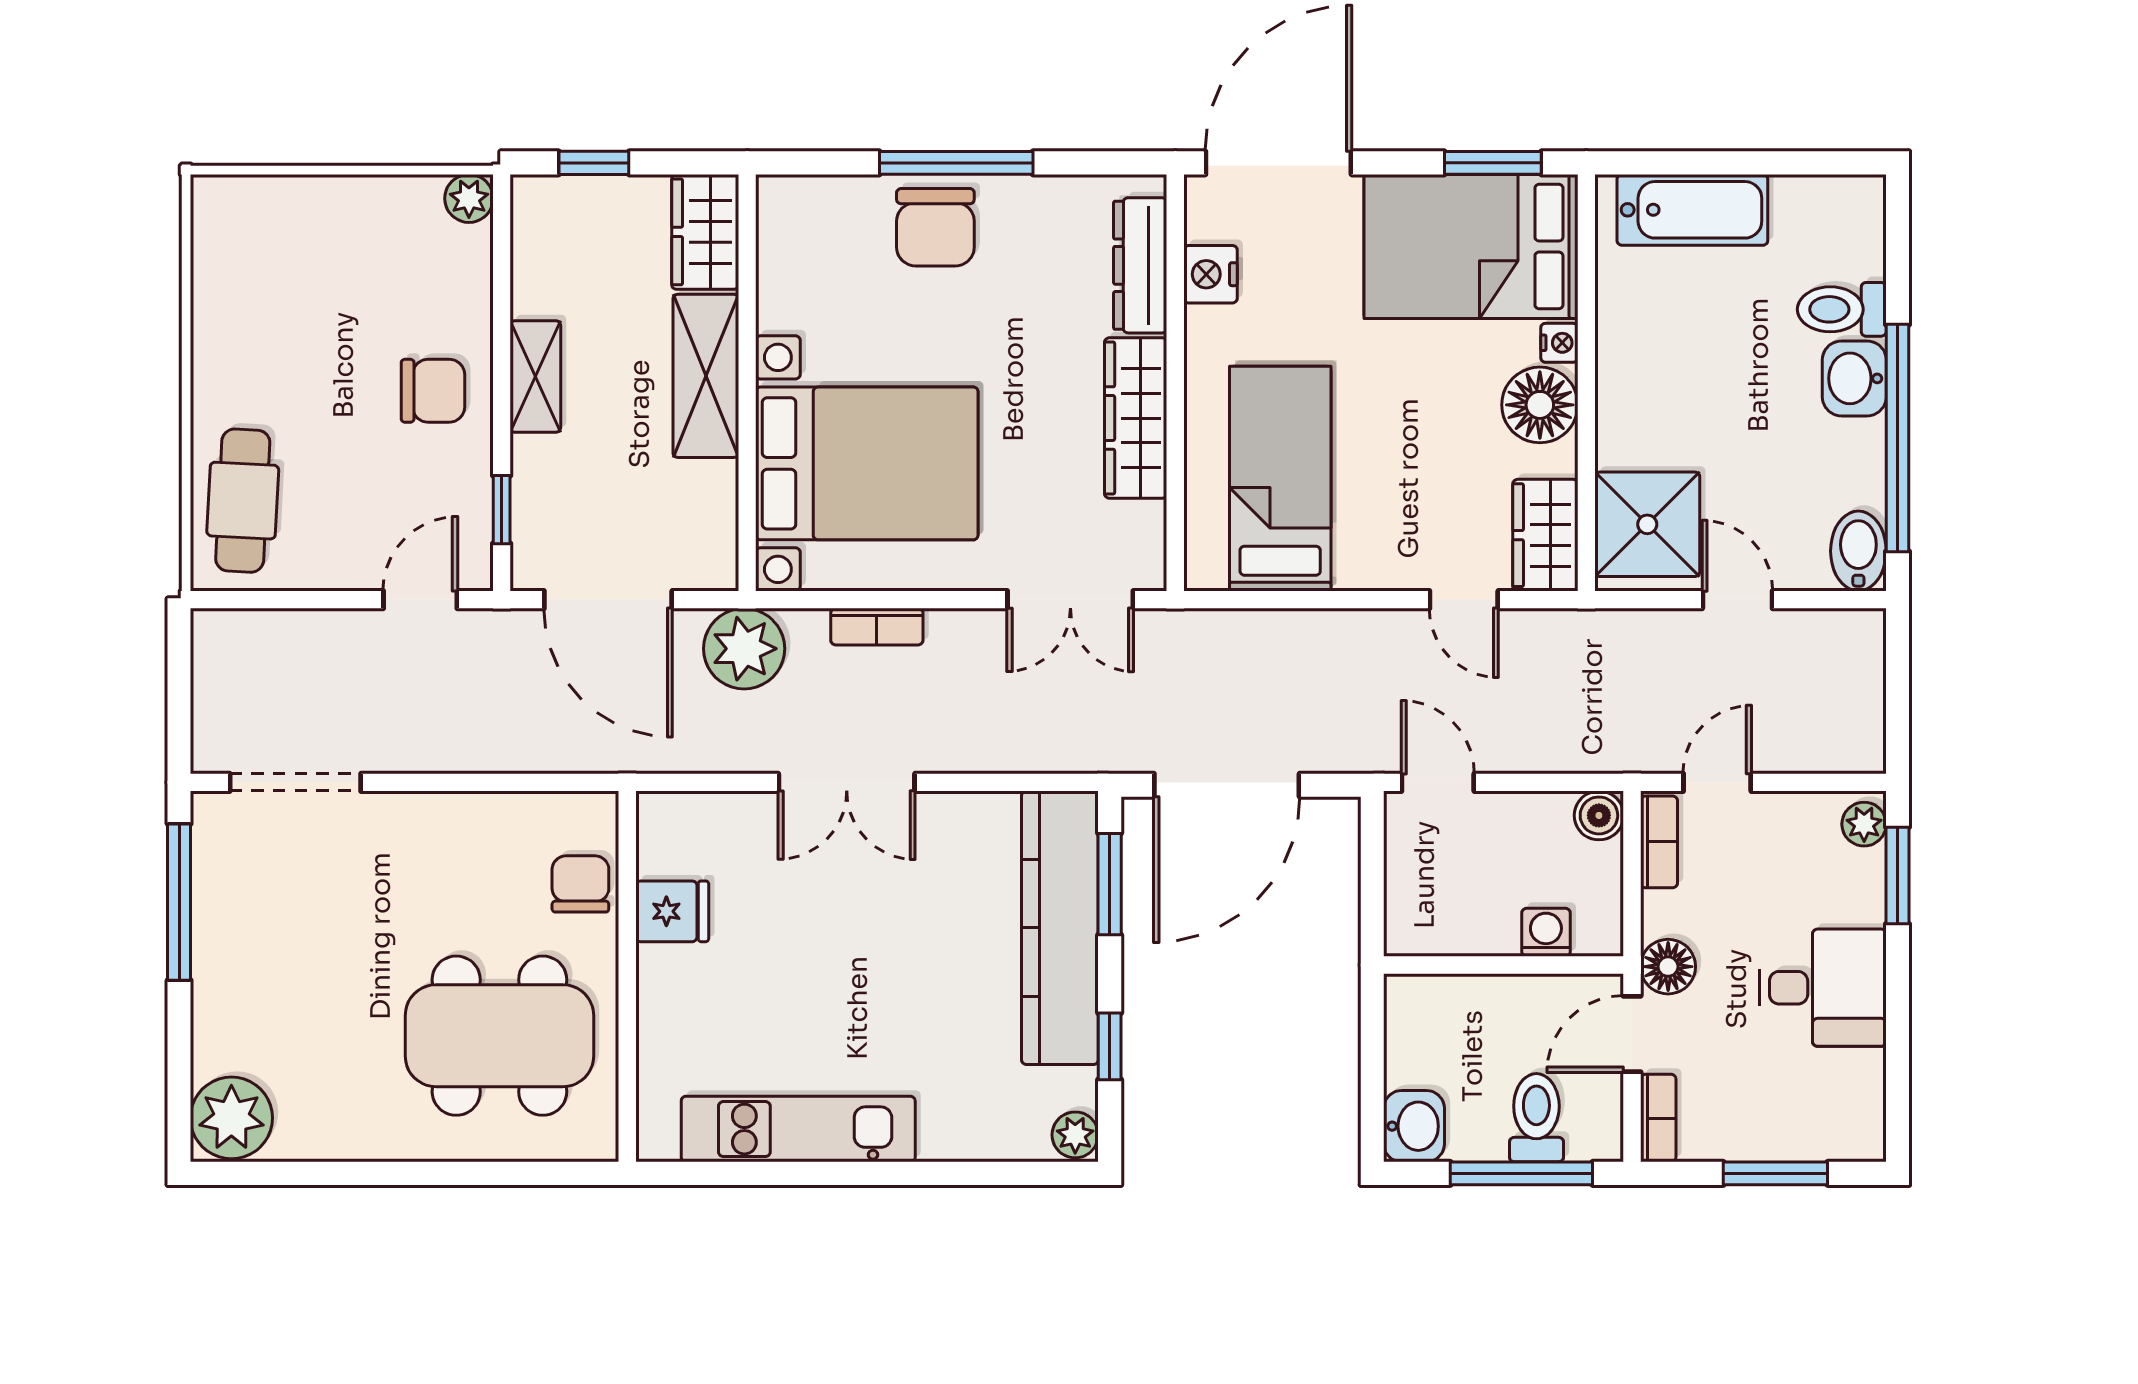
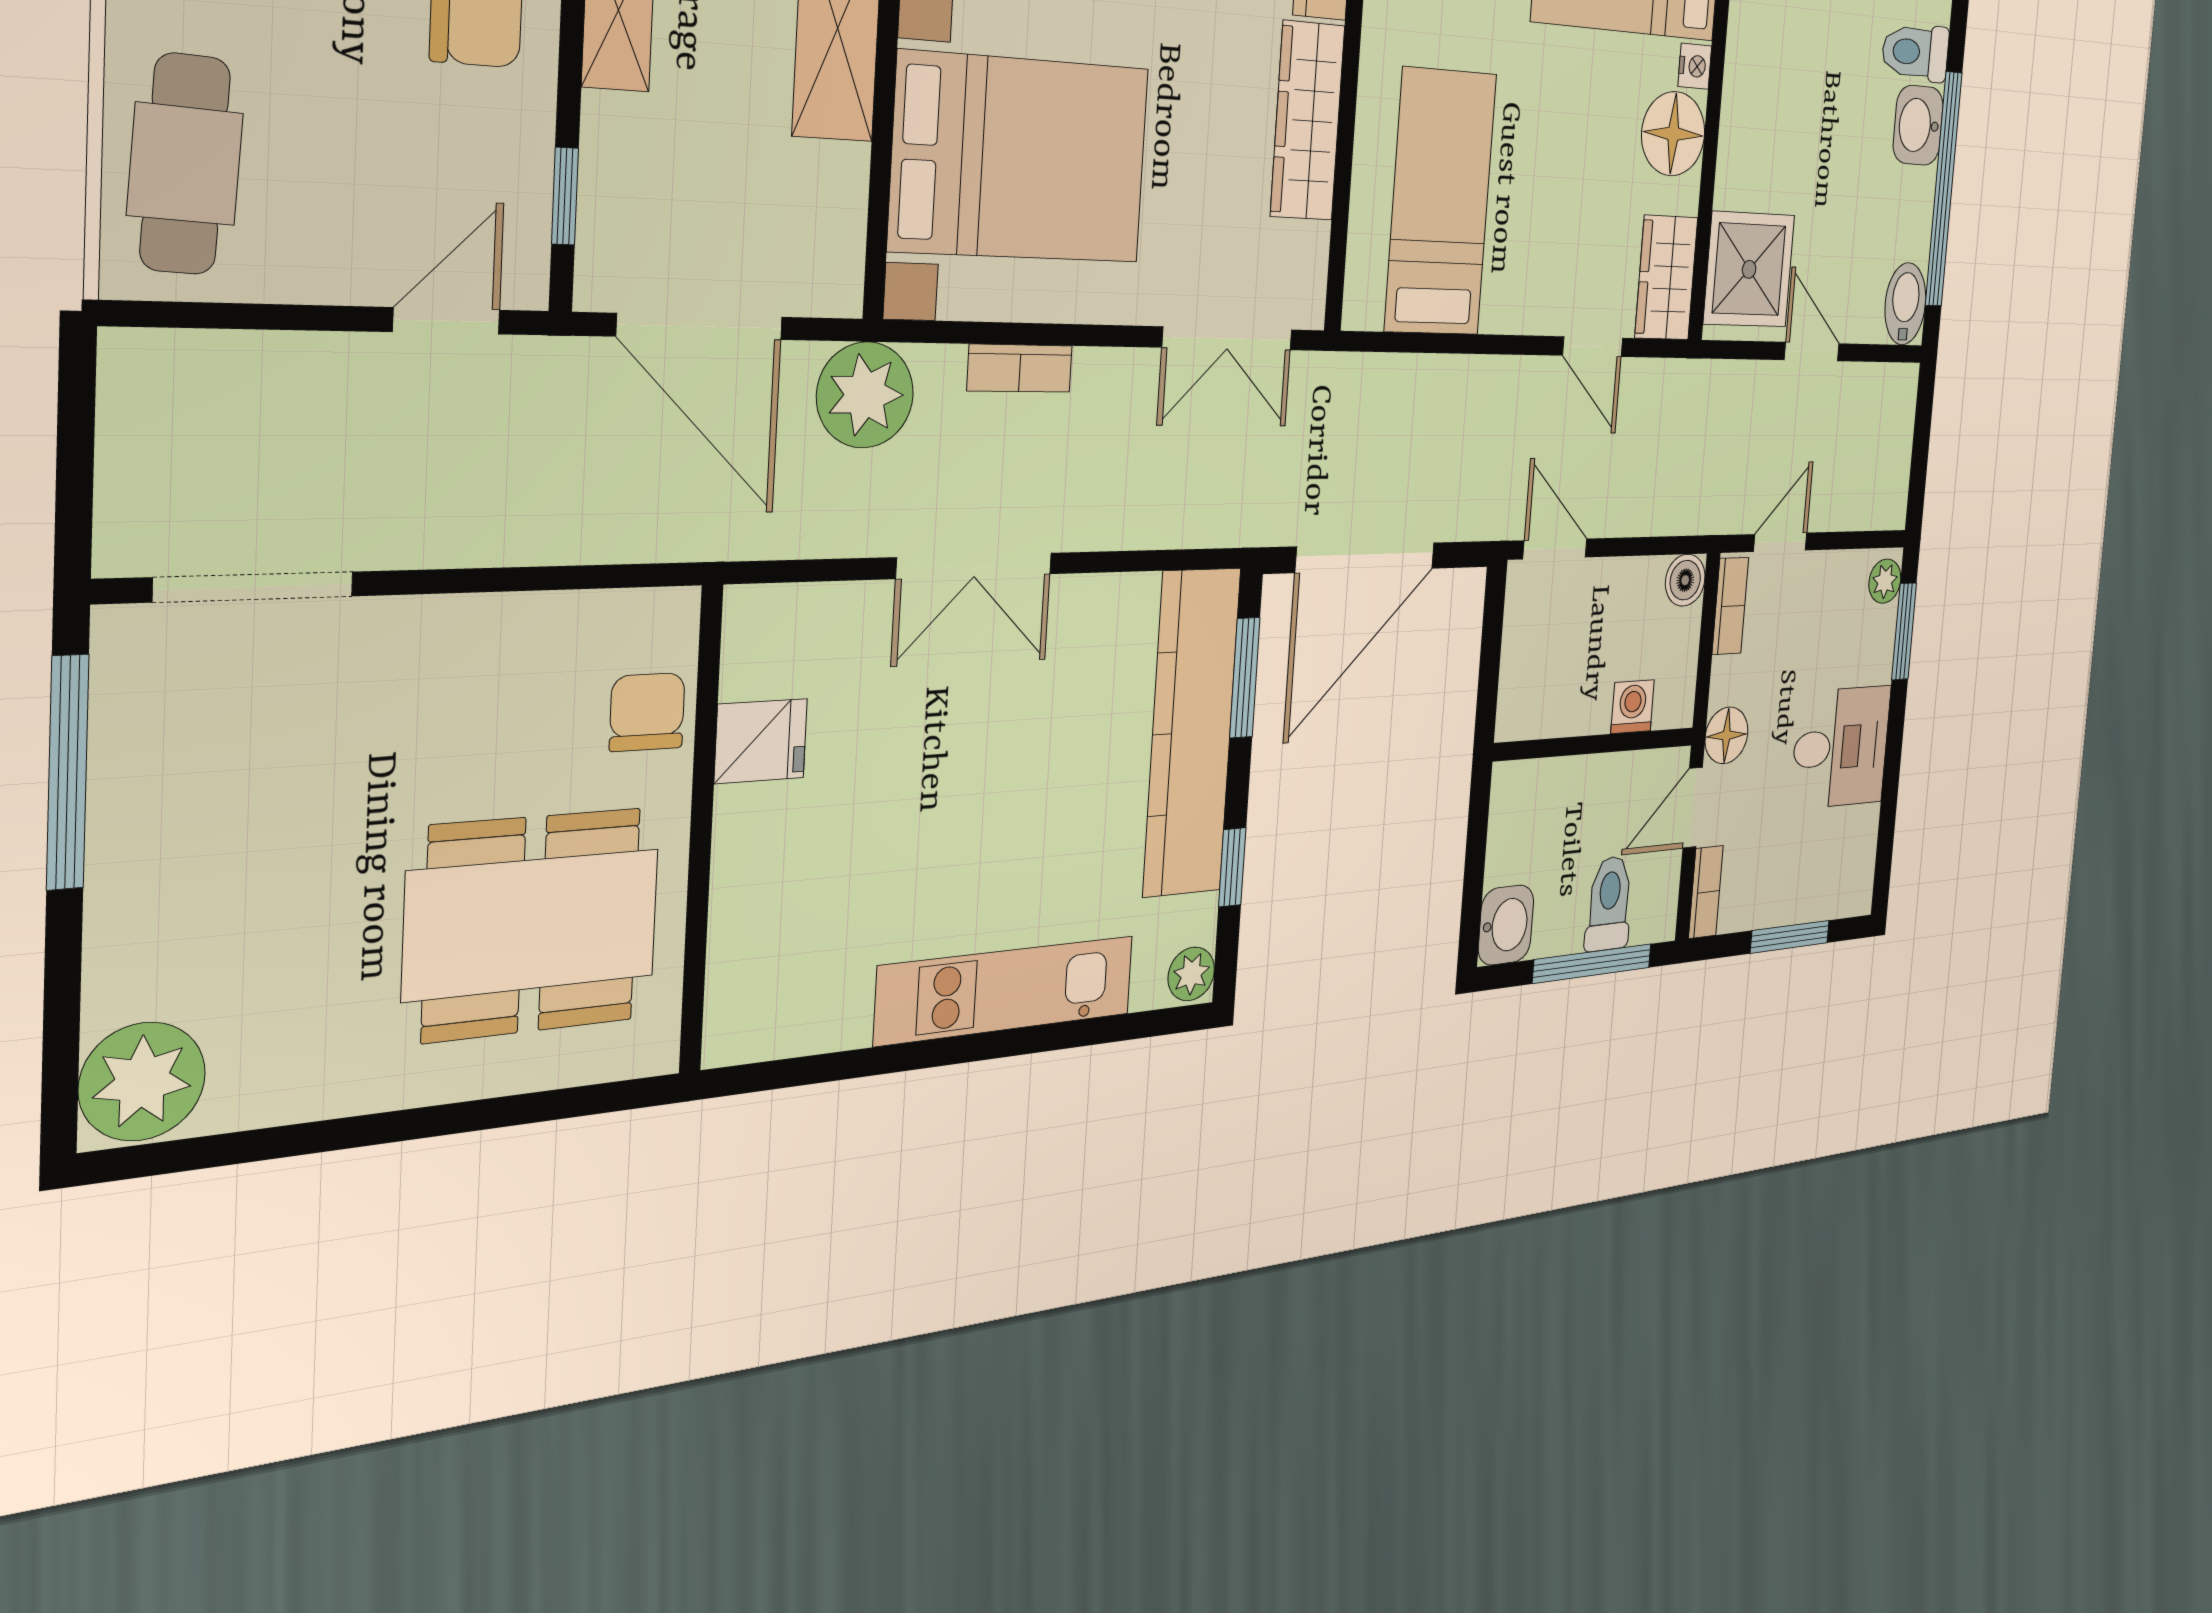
kitchen unit: (798, 1129) -> (1006, 990), moved

